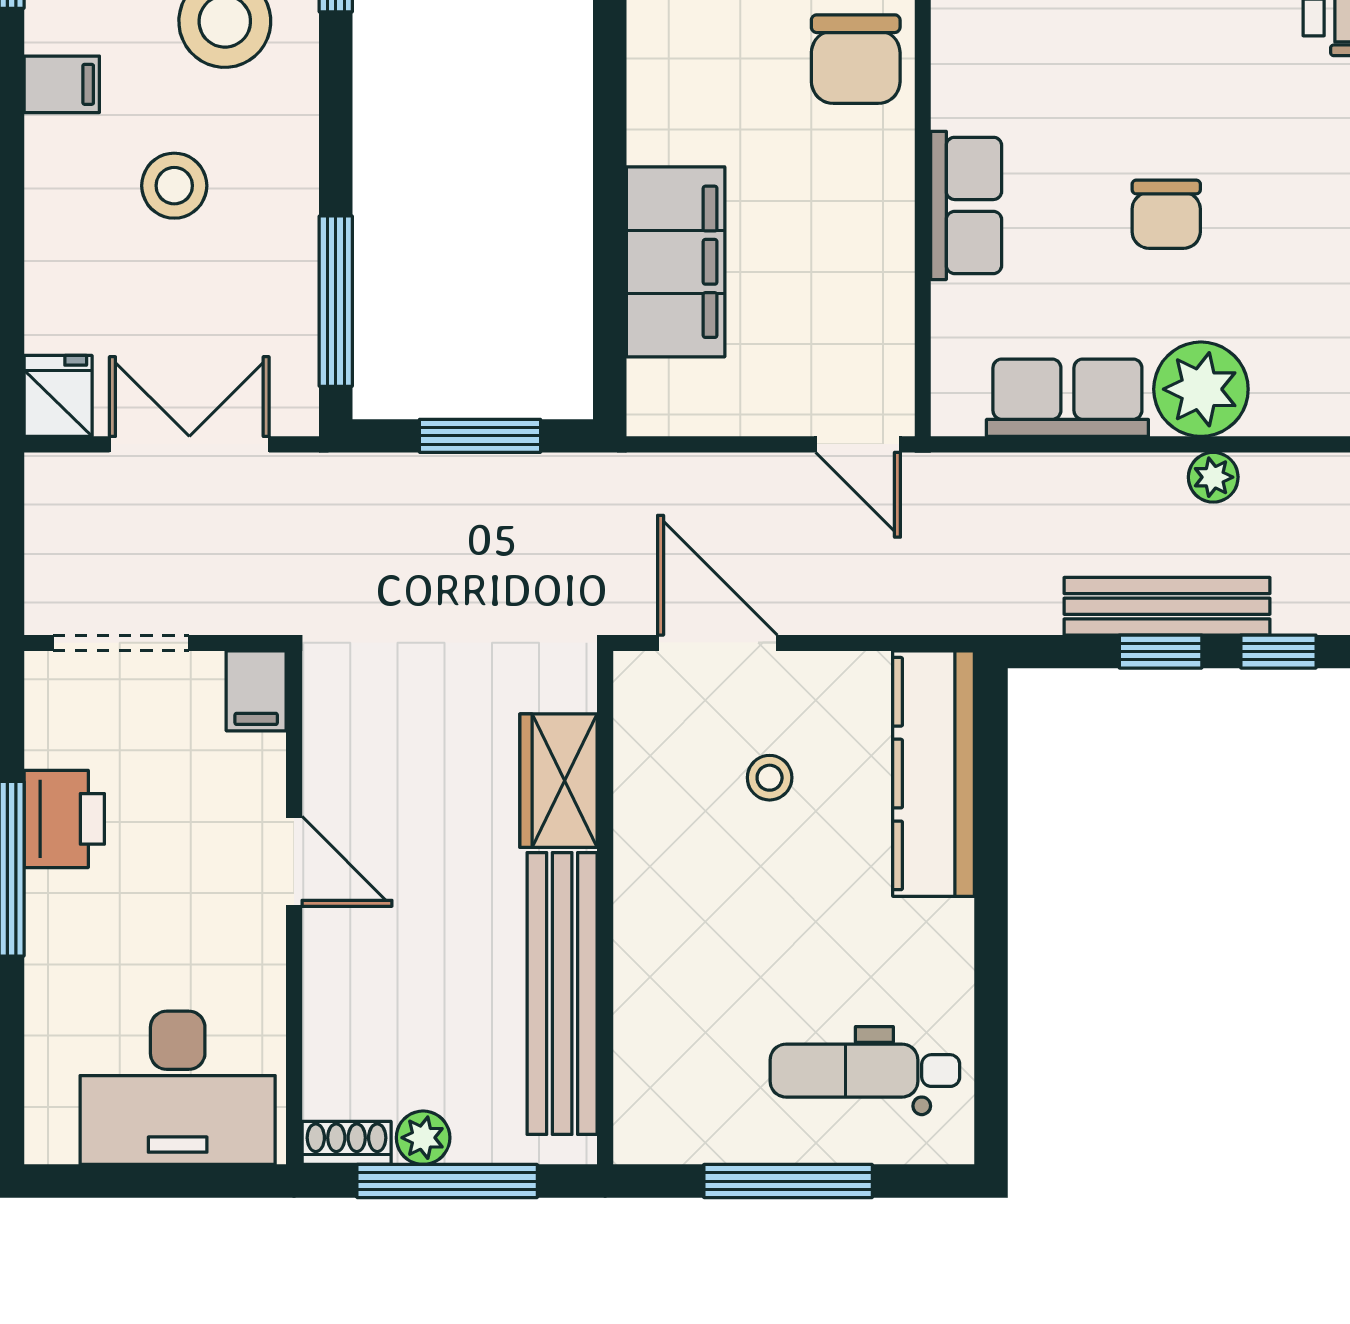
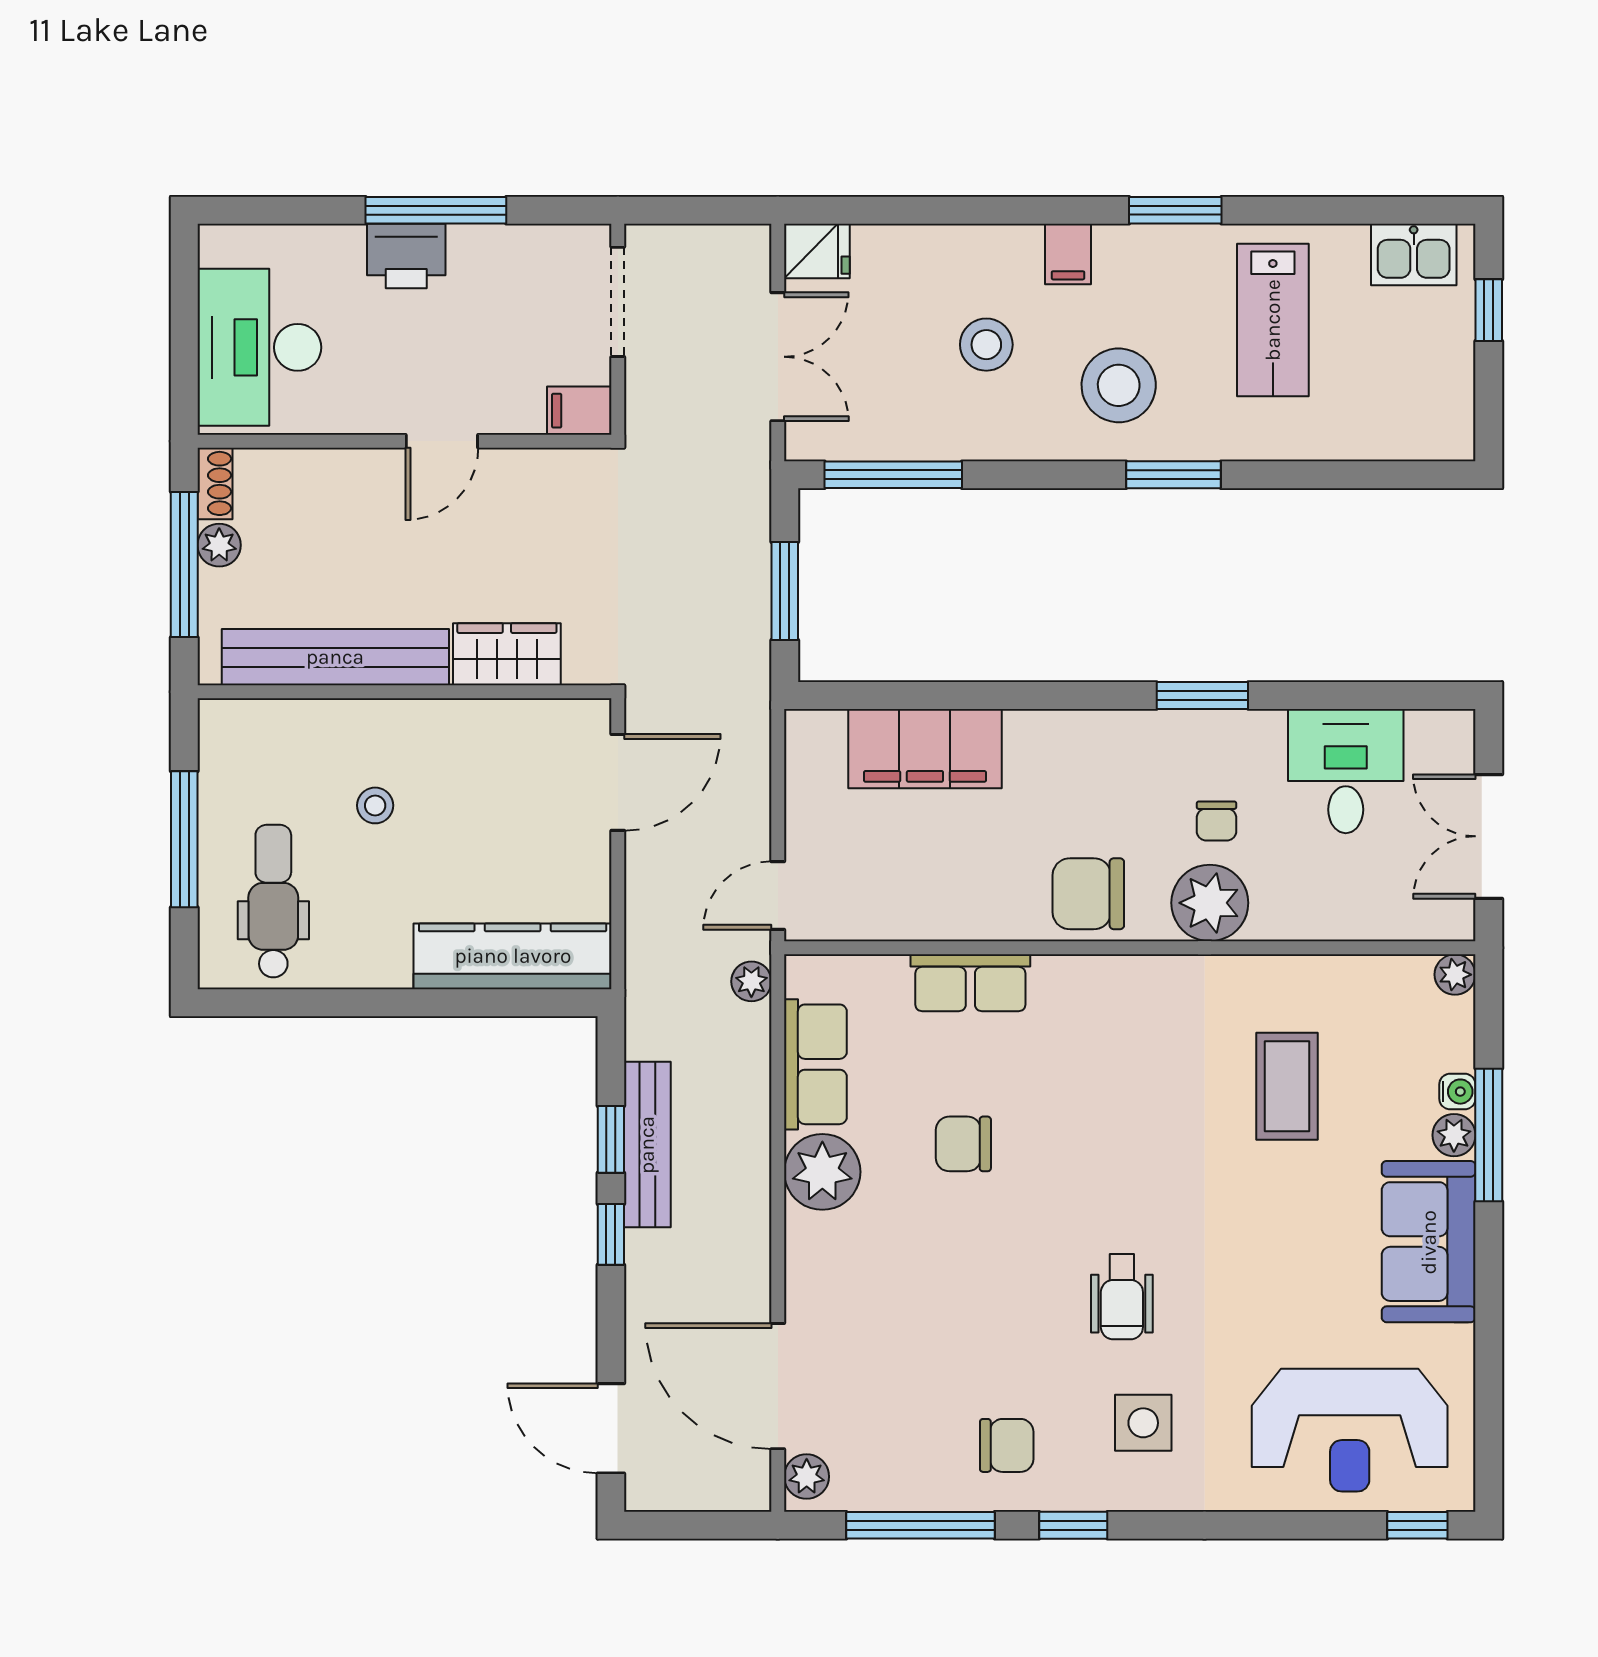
plant: (1213, 477) -> (751, 981), moved
stool: (770, 778) -> (375, 805), moved
printer: (64, 819) -> (406, 256), moved

